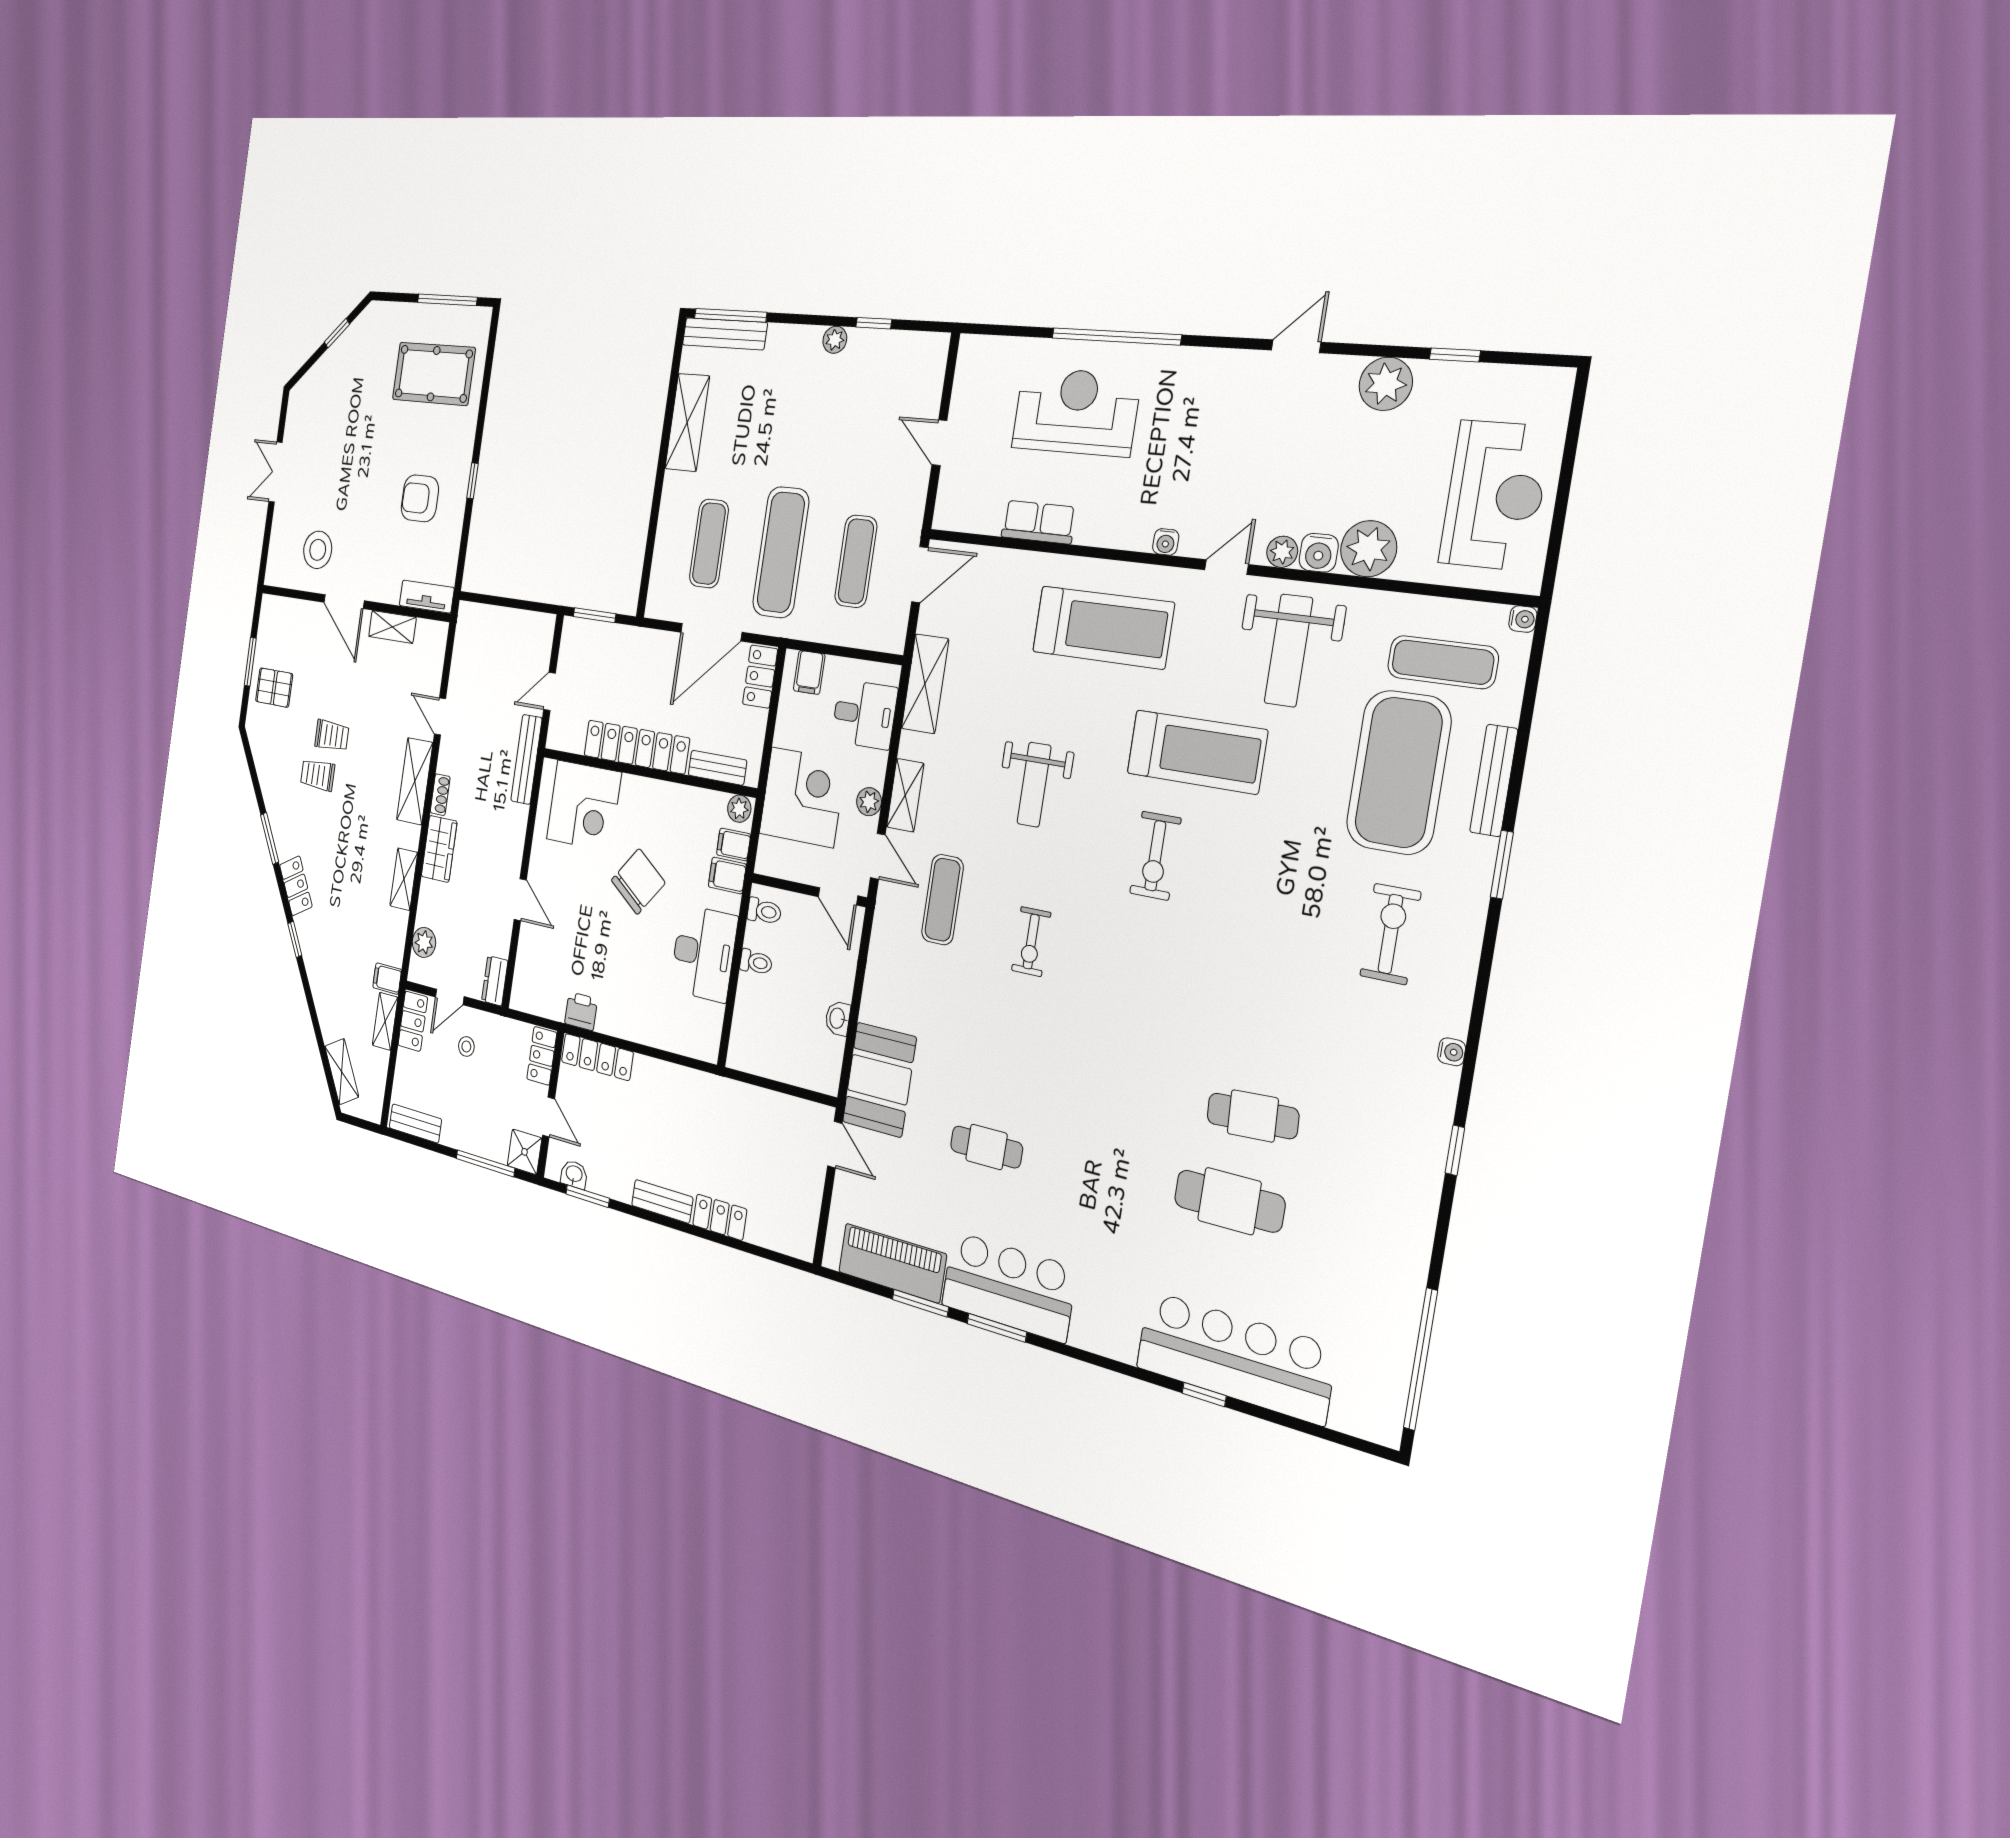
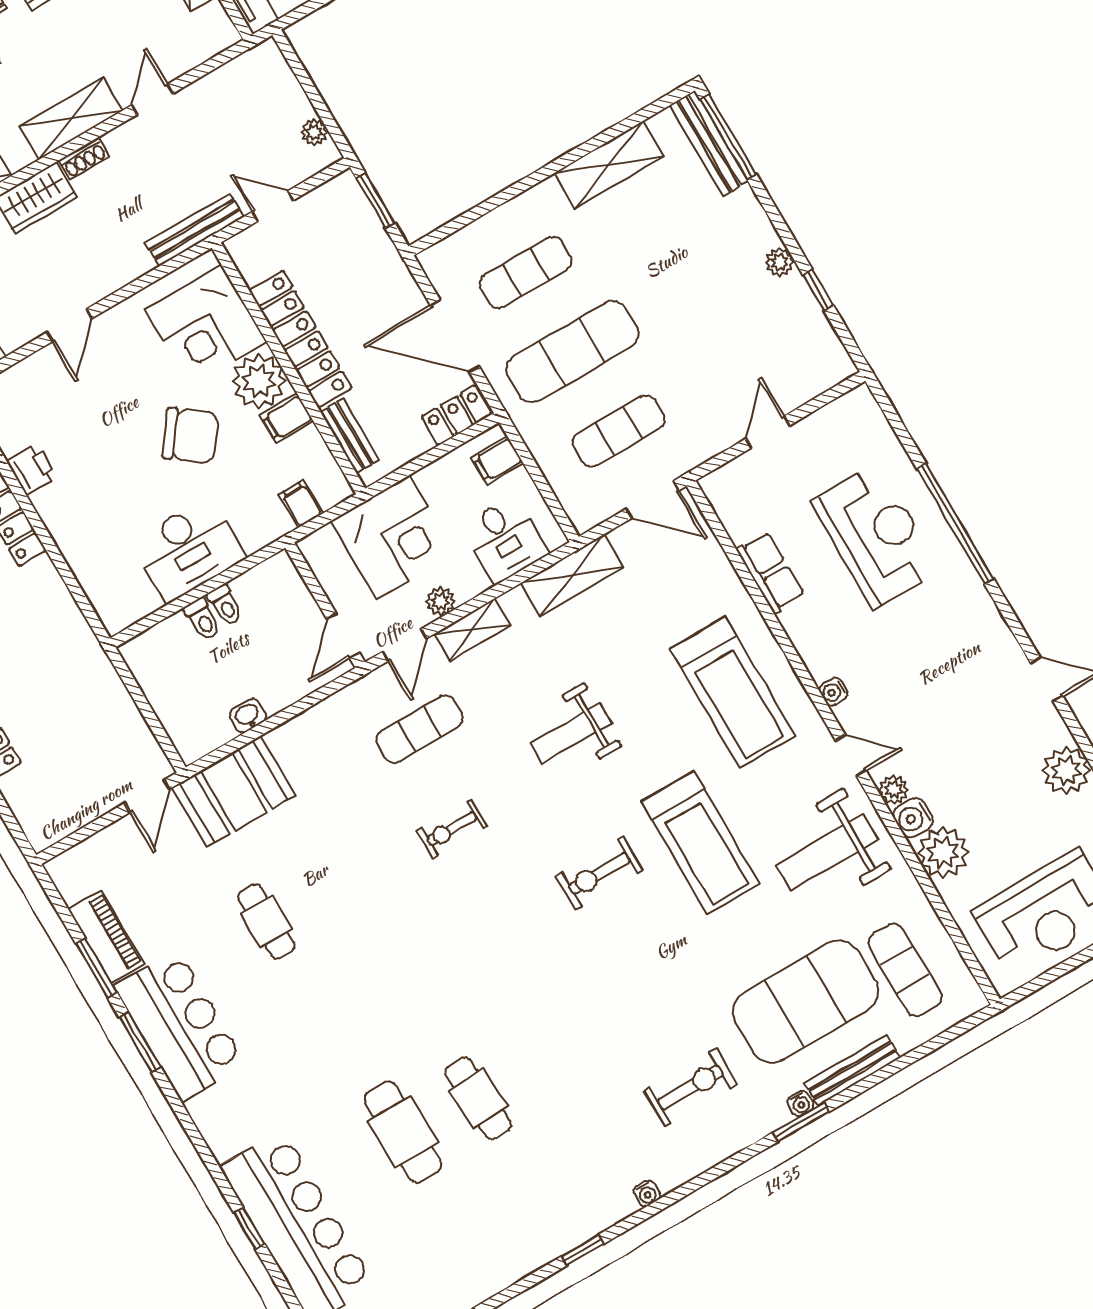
water cooler: (1523, 619) -> (801, 1103), moved
plant: (529, 622) -> (314, 132), added
plant: (739, 809) -> (259, 381), moved, width x1.88, depth x1.88
filing cabinet: (727, 876) -> (287, 418), moved, turned -90
toilet: (764, 911) -> (203, 619), moved
piano: (892, 1263) -> (106, 937), width x0.73, depth x0.75

